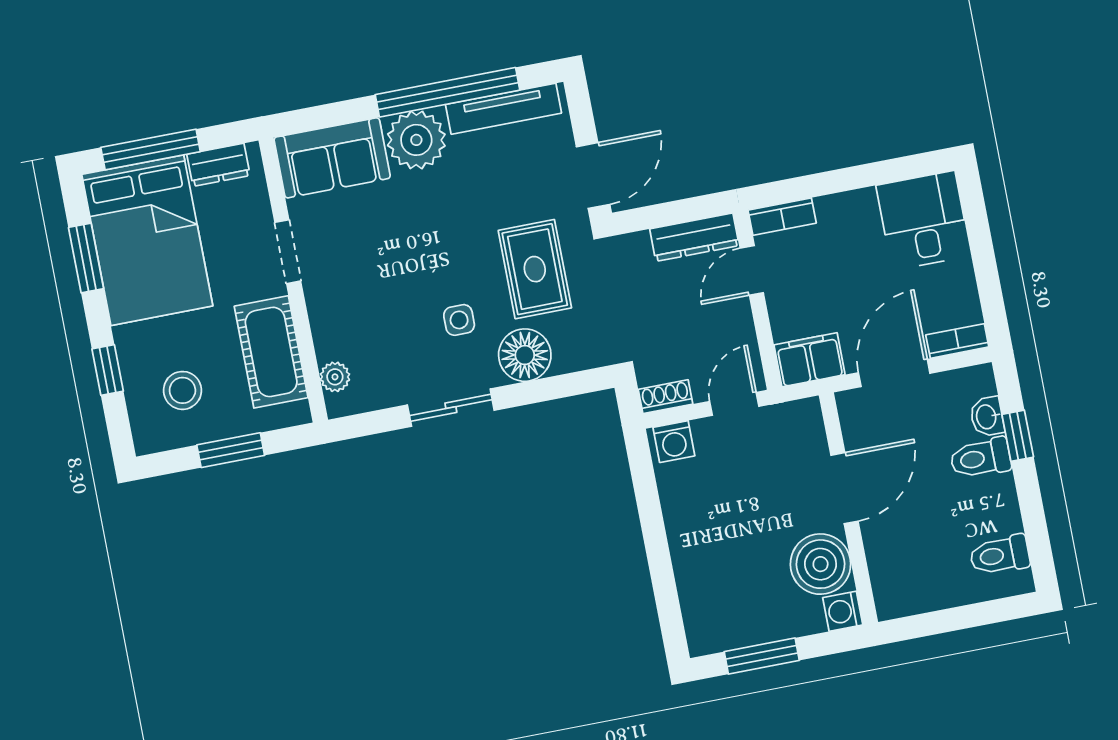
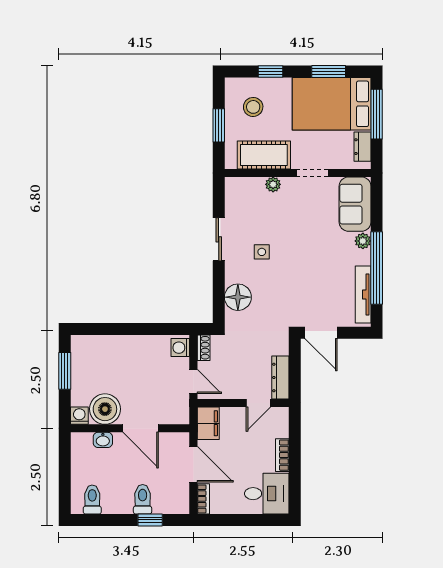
plant: (416, 140) -> (363, 241), width x0.53, depth x0.53
bookcase: (782, 217) -> (282, 455), moved
rug: (535, 269) -> (280, 295), removed
door: (752, 270) -> (258, 403), swing flipped
floor lamp: (525, 355) -> (238, 297), moved
plant: (335, 377) -> (273, 184), moved
washbasin: (987, 417) -> (103, 440), moved, turned 180

